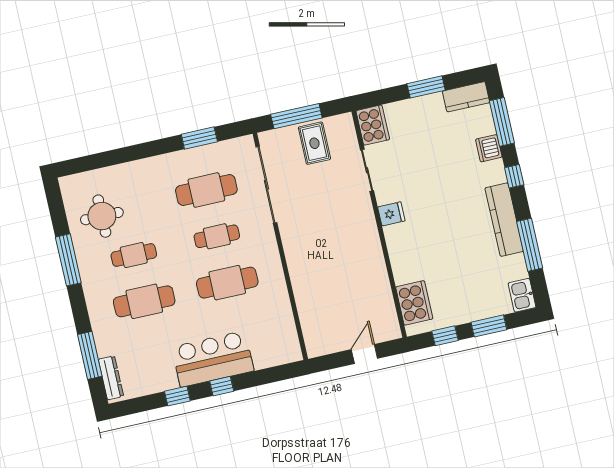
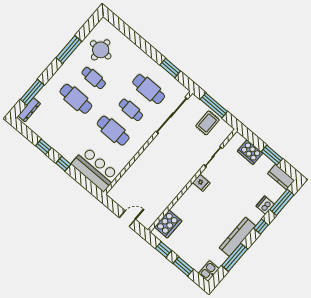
cooker: (373, 125) -> (250, 152), moved, turned 90
bar counter: (213, 359) -> (95, 169), moved

